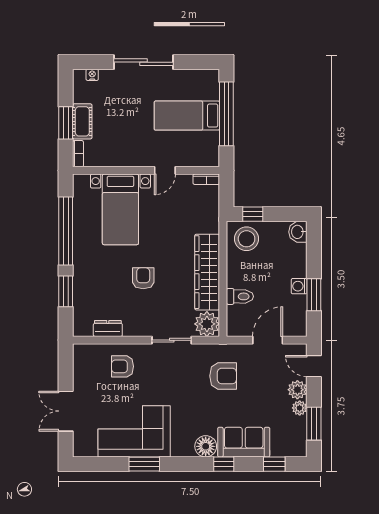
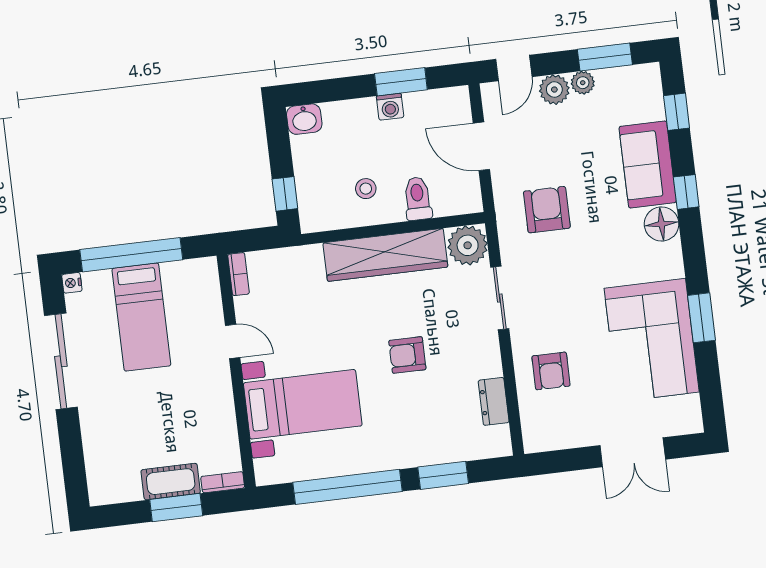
sliding door: (144, 62) -> (61, 361), moved
nightstand: (92, 75) -> (72, 283), moved
stool: (247, 239) -> (366, 189), moved, width x0.53, depth x0.53

